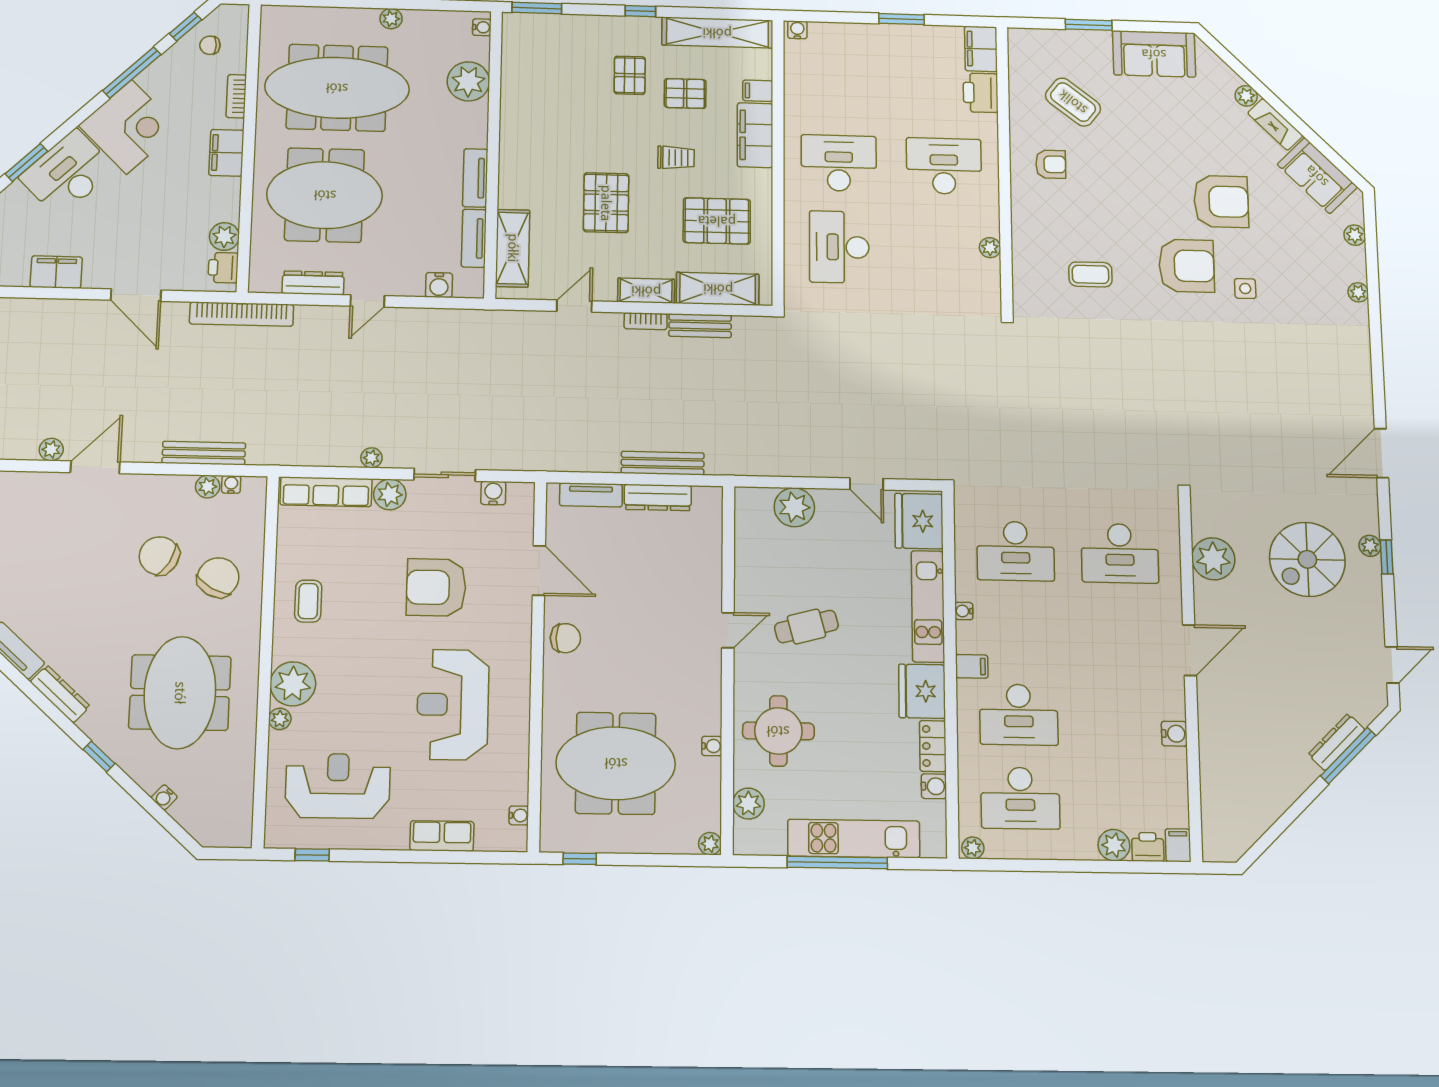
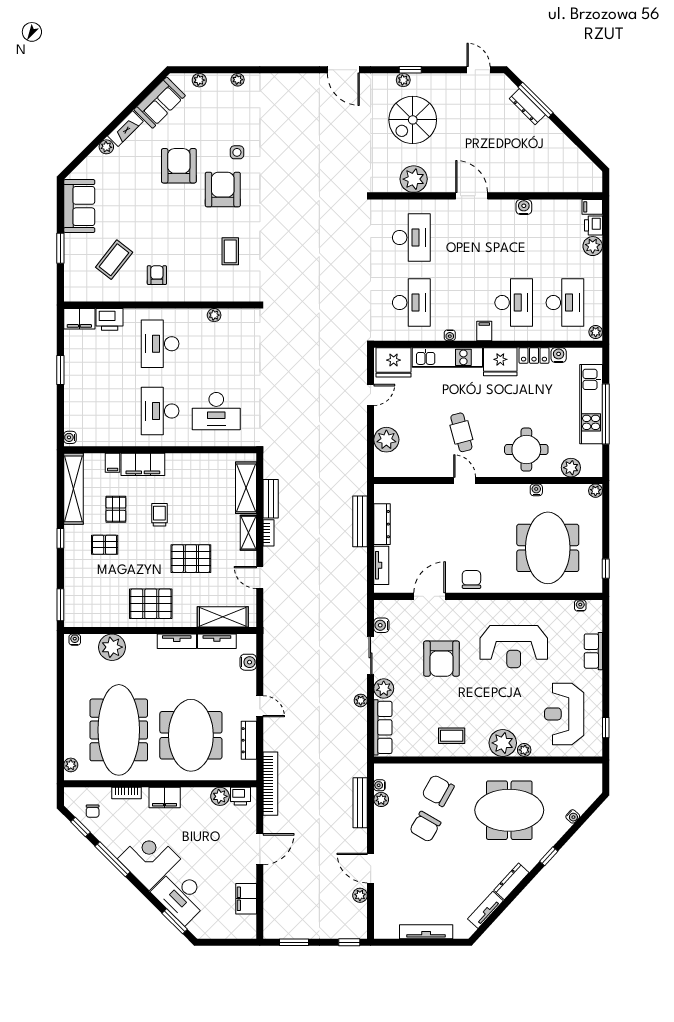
plant: (391, 19) -> (71, 765), moved
pallet: (717, 221) -> (151, 604), moved, turned 90
spiral stairs: (1307, 559) -> (413, 120), turned 90

